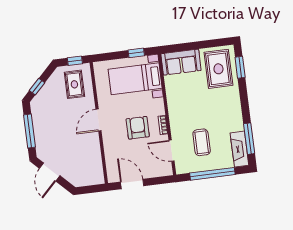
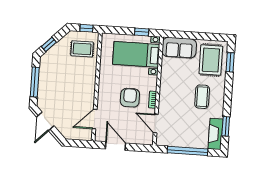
rug: (74, 84) -> (82, 49), turned 90
door: (98, 120) -> (95, 119), moved
window: (249, 139) -> (226, 126), width x0.69
coffee table: (202, 142) -> (202, 97), moved

